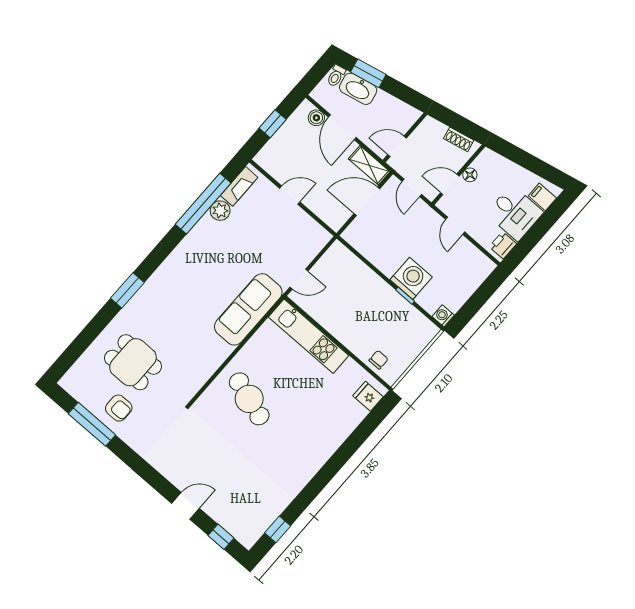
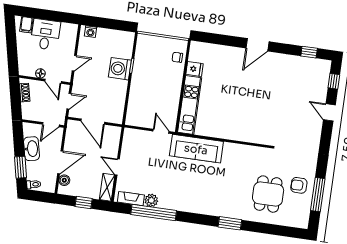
washbasin: (358, 89) -> (31, 149), moved
door: (397, 146) -> (51, 125), hinge flipped
shelving: (369, 165) -> (107, 187), moved
printer: (503, 245) -> (68, 29), removed
washing machine: (443, 316) -> (91, 32), moved
fridge: (368, 396) -> (194, 69), moved, turned -90
cafe table: (249, 399) -> (246, 116), removed
armchair: (119, 408) -> (299, 185), turned -90
door: (329, 471) -> (257, 45), added

